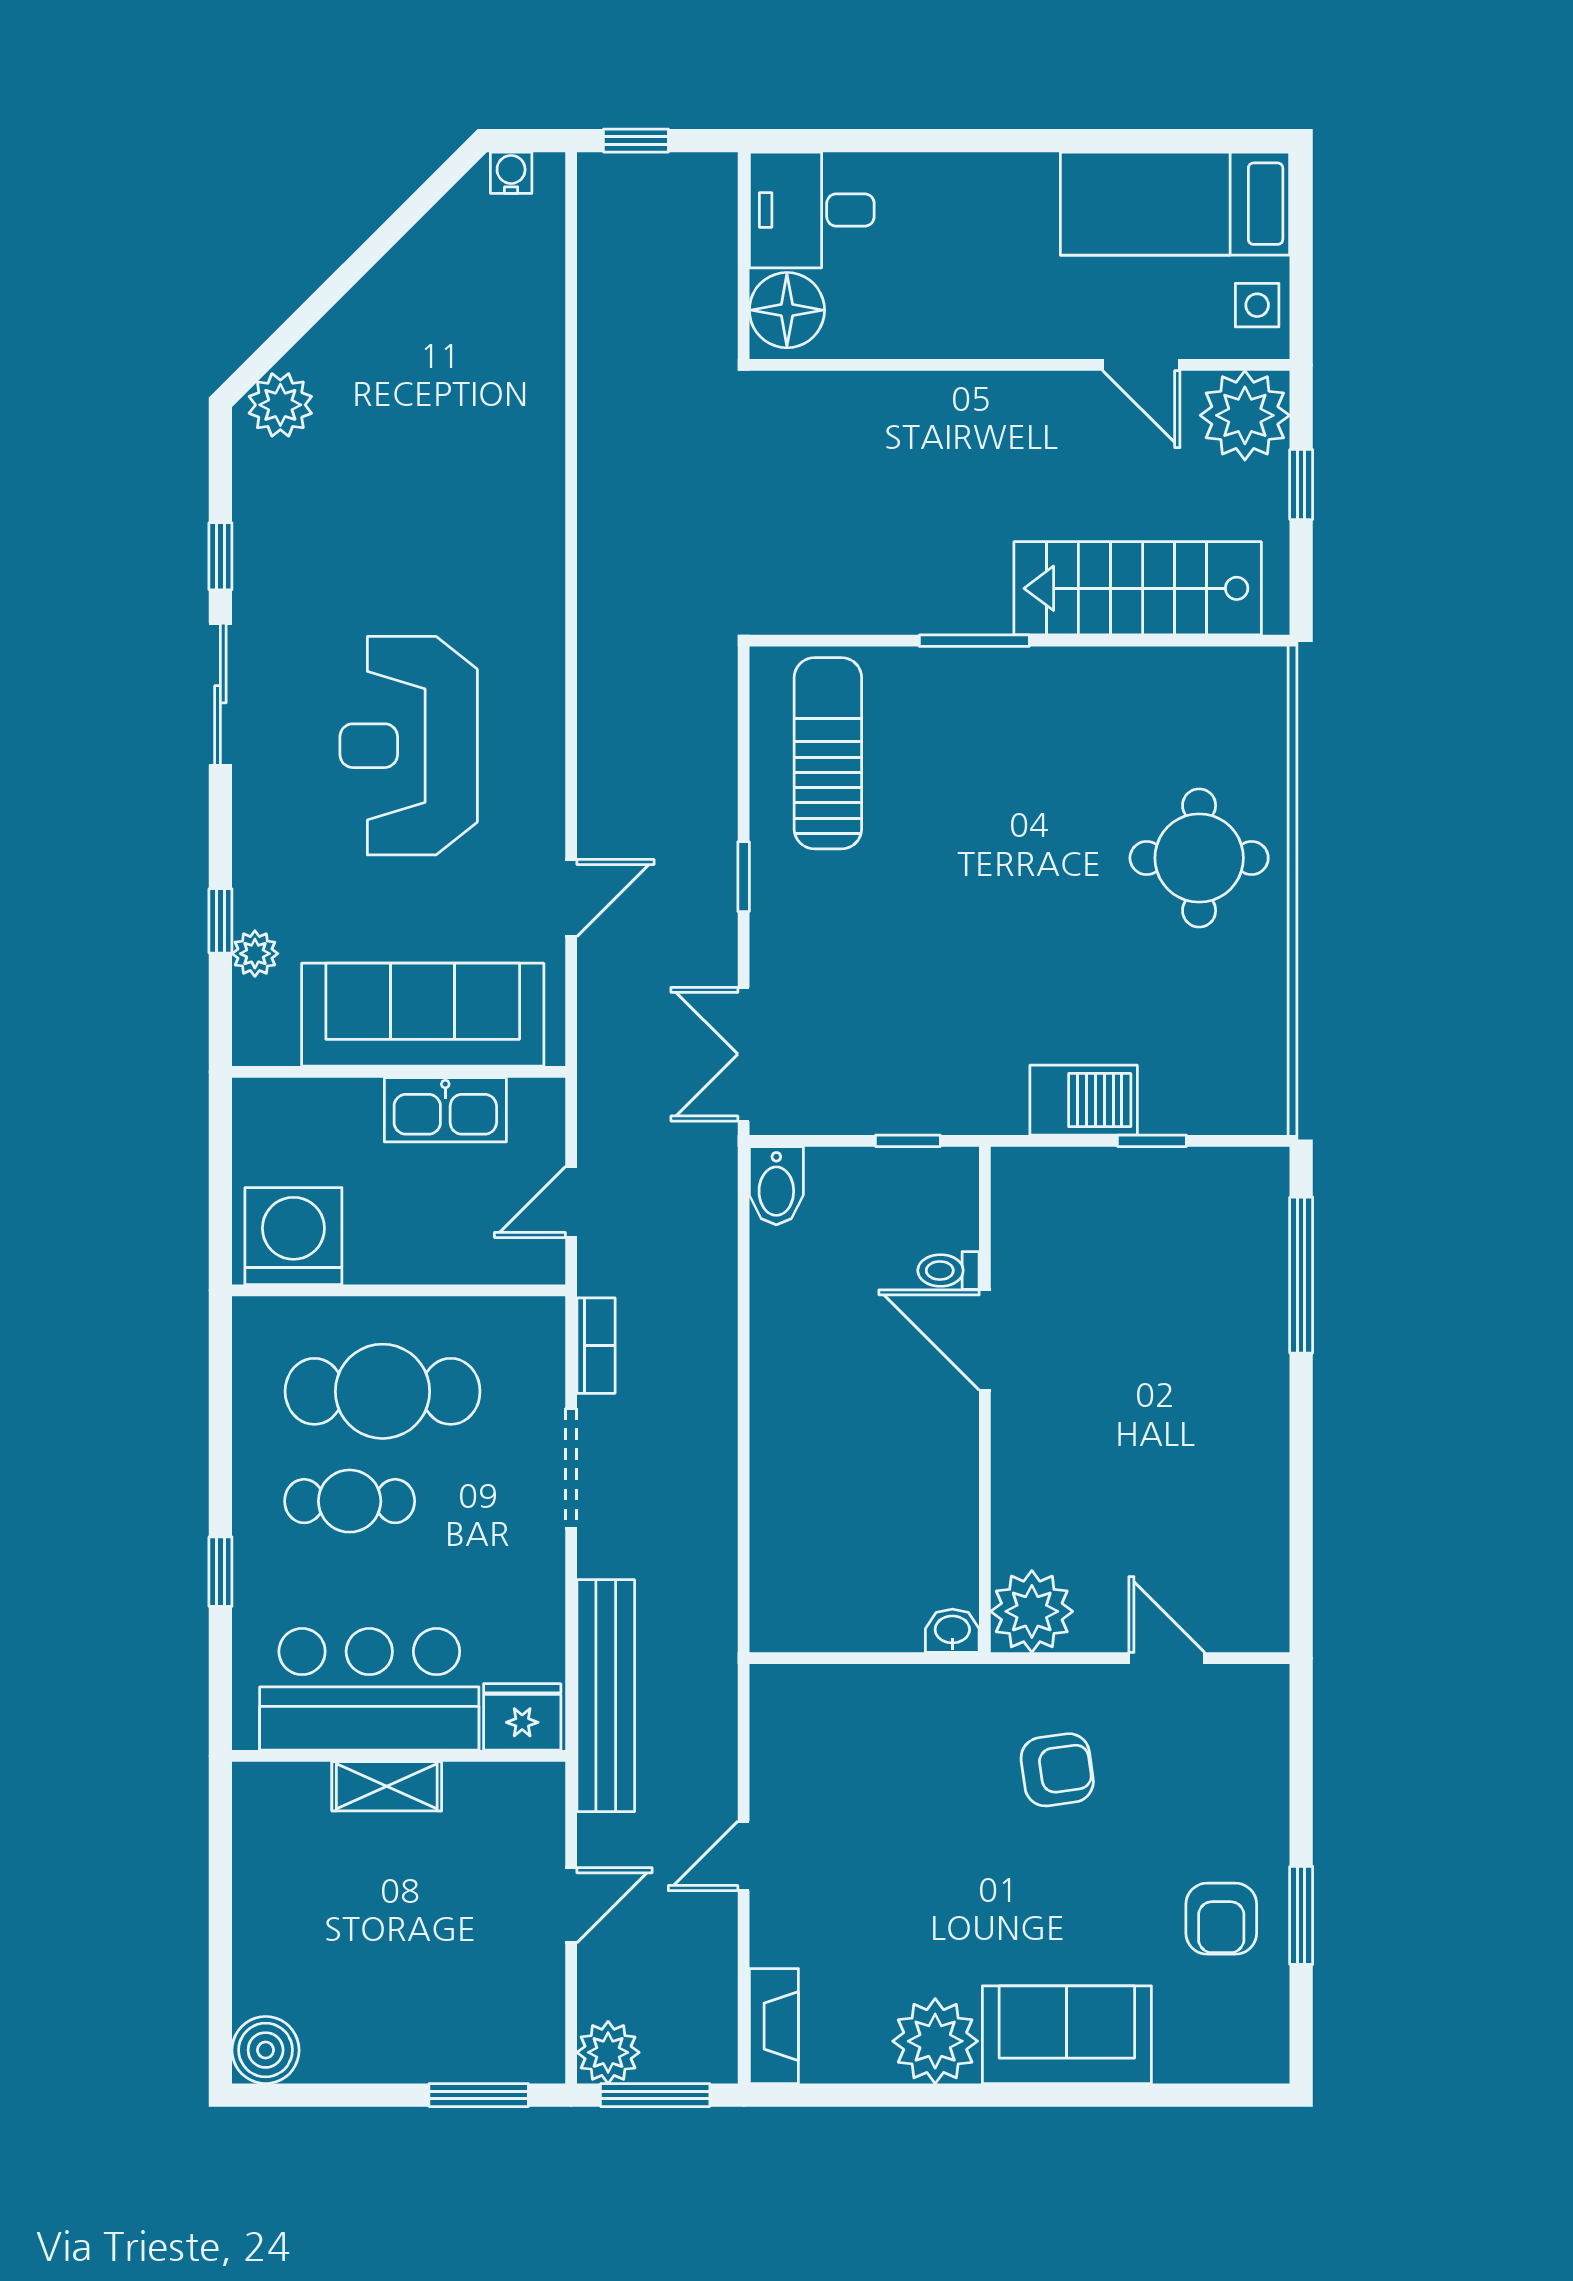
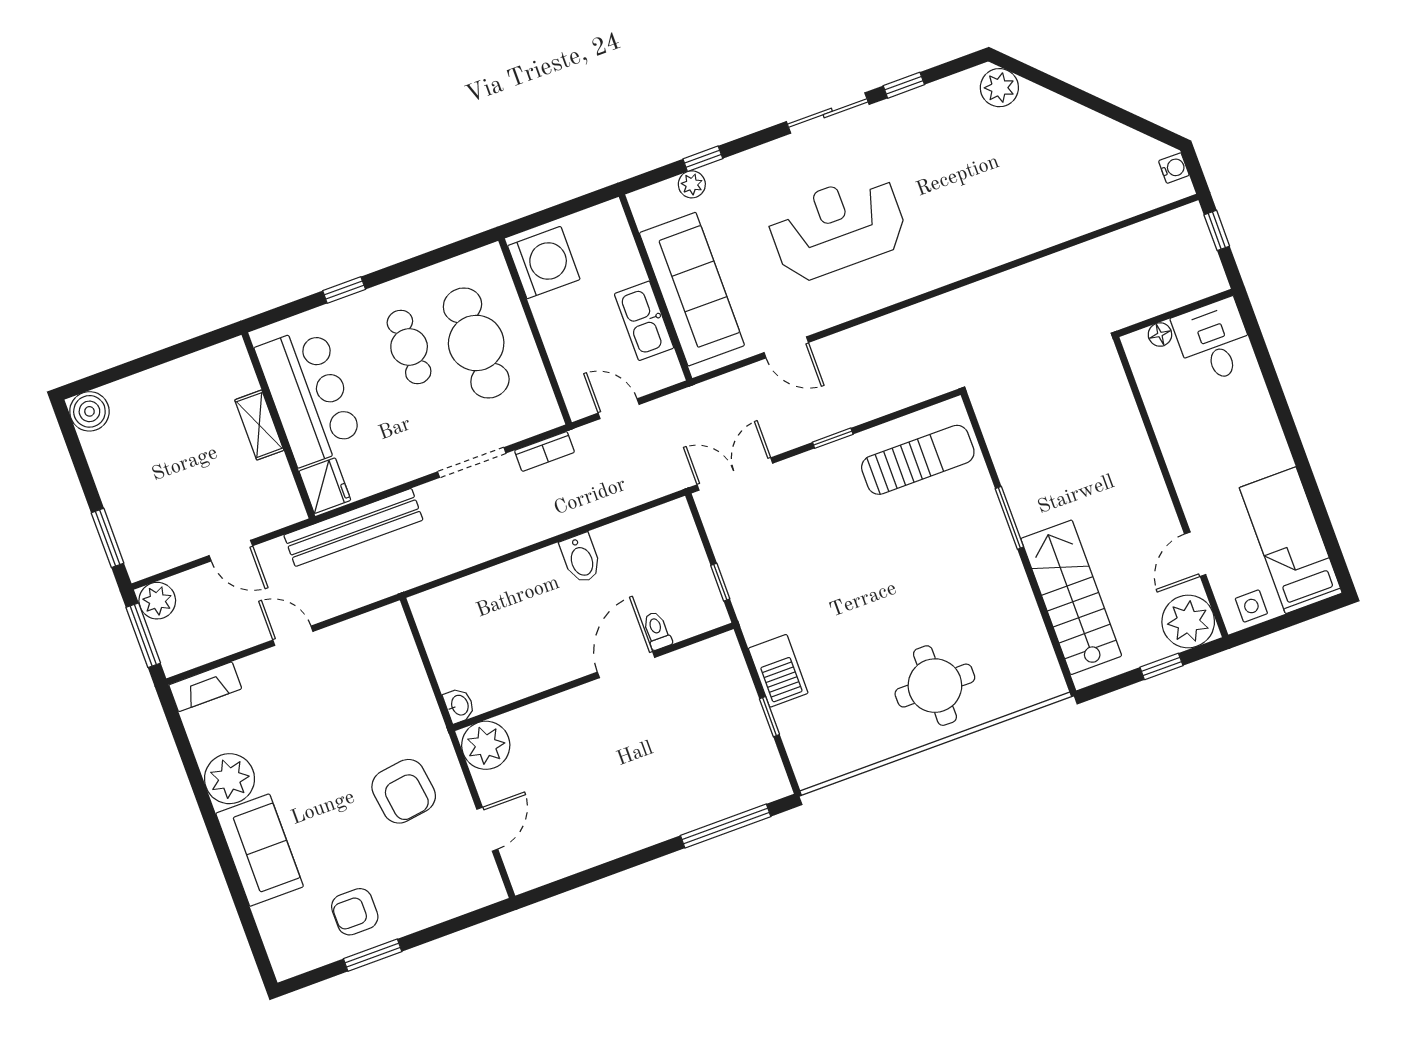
floor lamp: (787, 310) -> (1160, 335), width x0.53, depth x0.53
bidet: (776, 1186) -> (581, 558), moved, turned -90
armchair: (1057, 1770) -> (404, 791), width x1.38, depth x1.38

